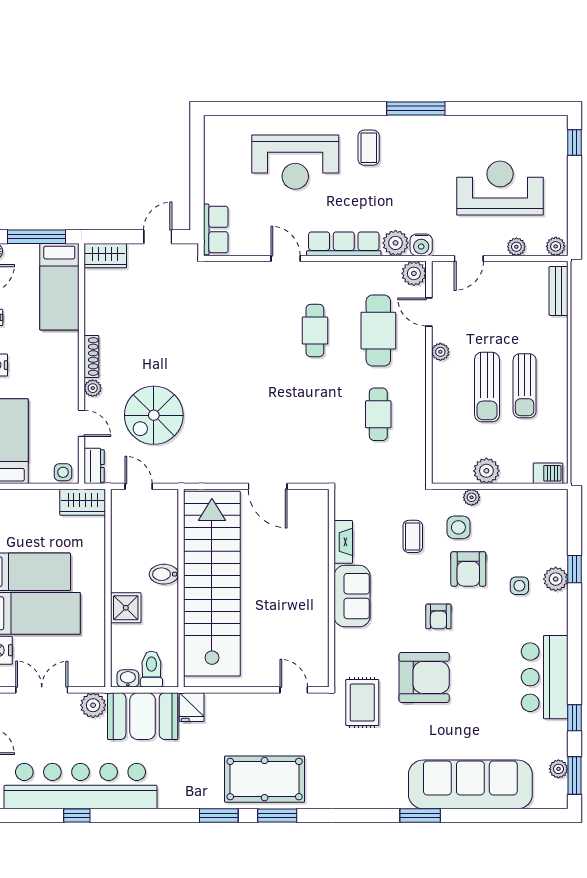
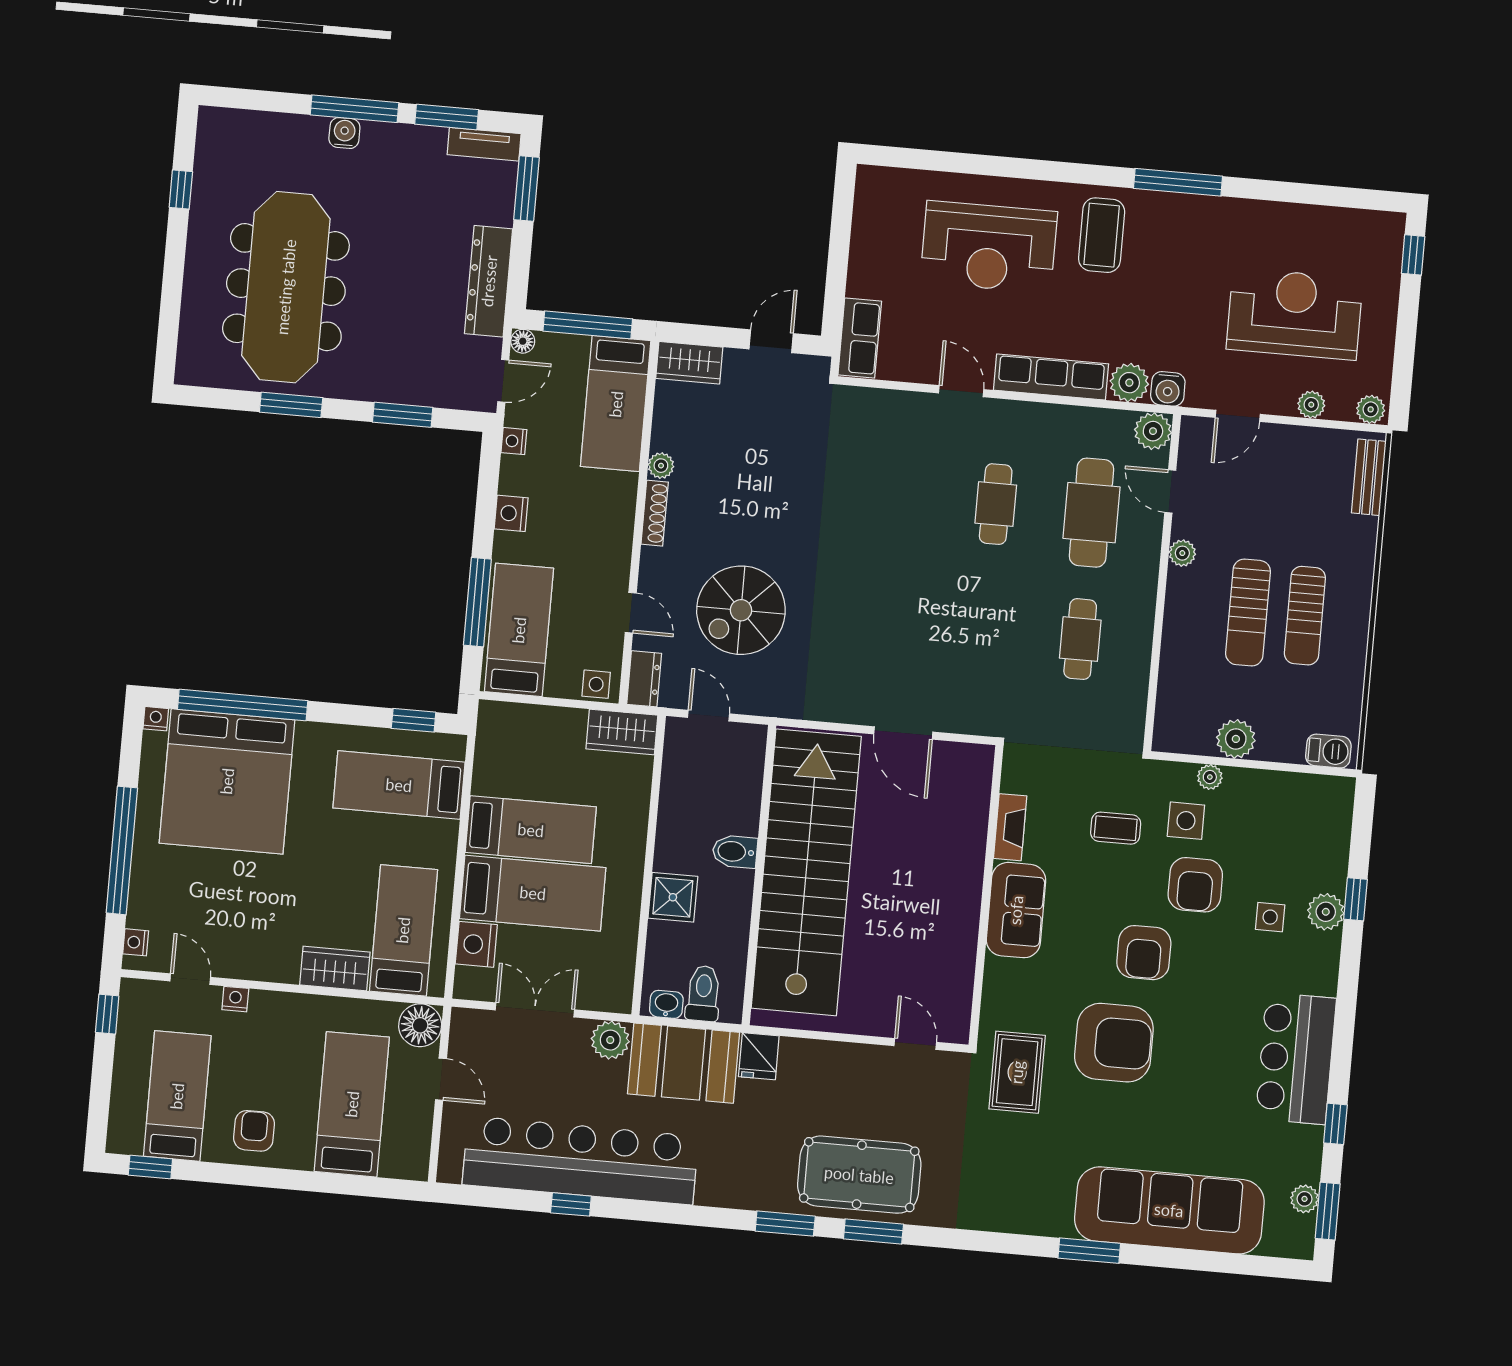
coffee table: (369, 148) -> (1102, 235), width x1.36, depth x1.30
plant: (93, 388) -> (661, 466), moved
coffee table: (413, 536) -> (1116, 828), turned 90
armchair: (438, 616) -> (1144, 953), width x1.38, depth x1.38

